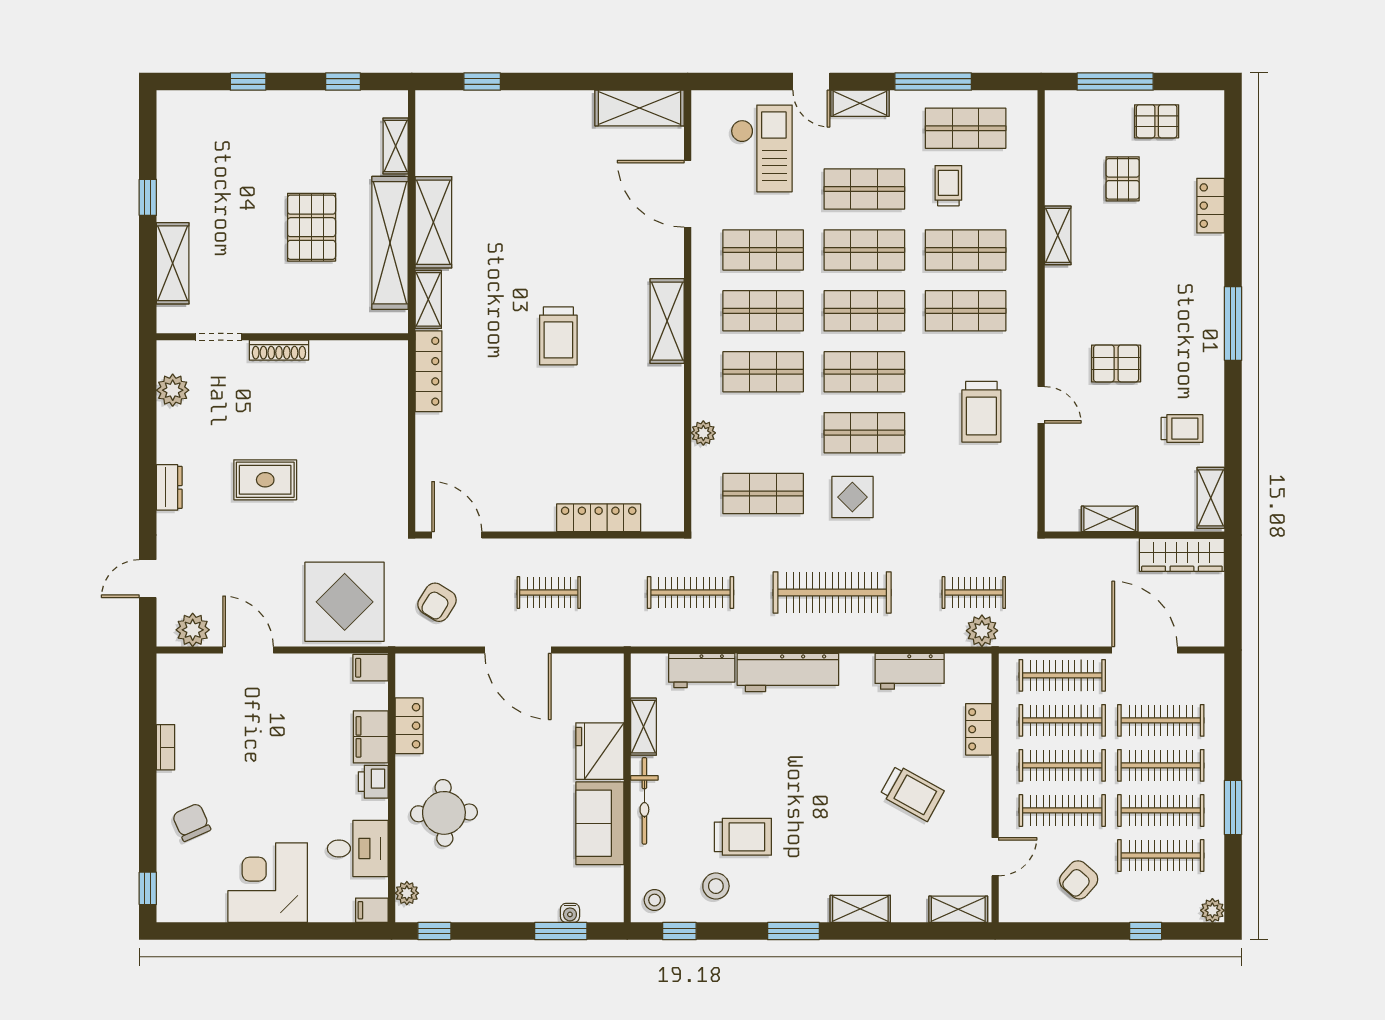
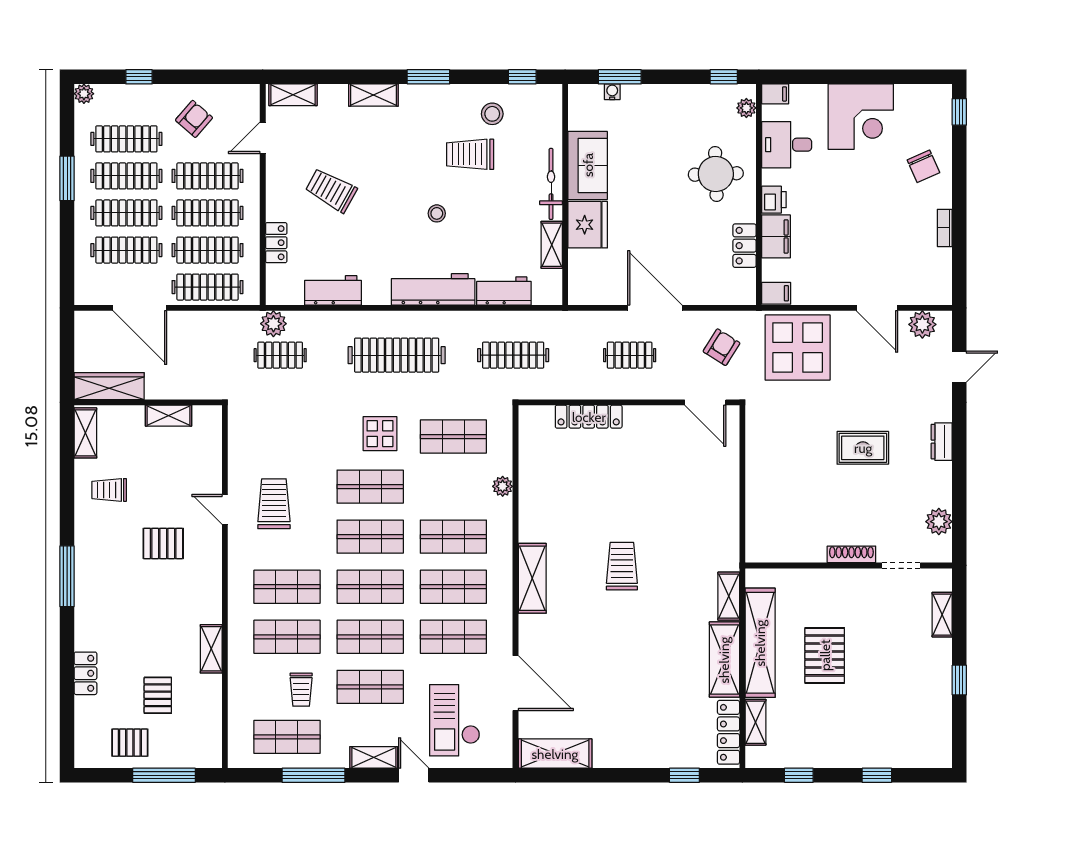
shelving: (173, 263) -> (942, 615), width x0.67, depth x0.75
locker: (429, 371) -> (728, 732), moved
stool: (655, 900) -> (437, 213), moved

